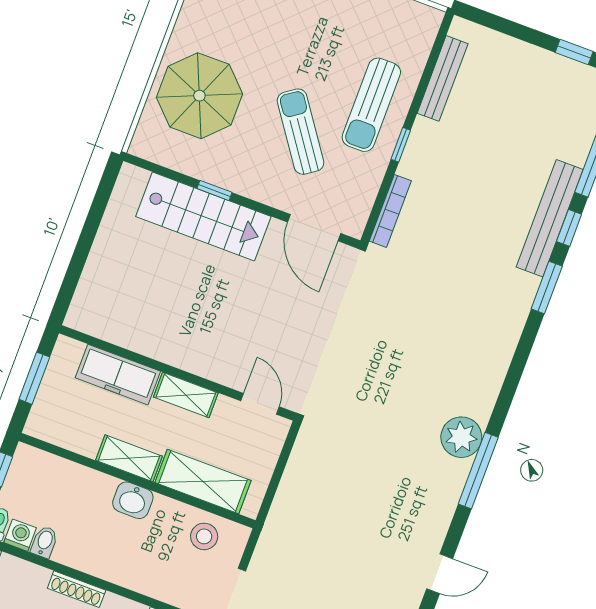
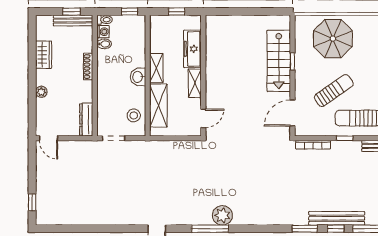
window: (34, 378) -> (177, 12), width x0.67

